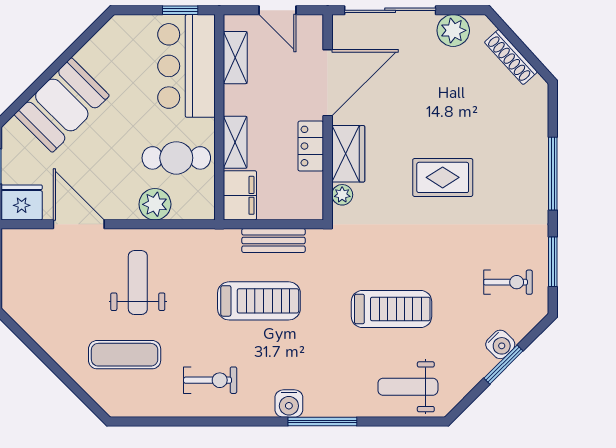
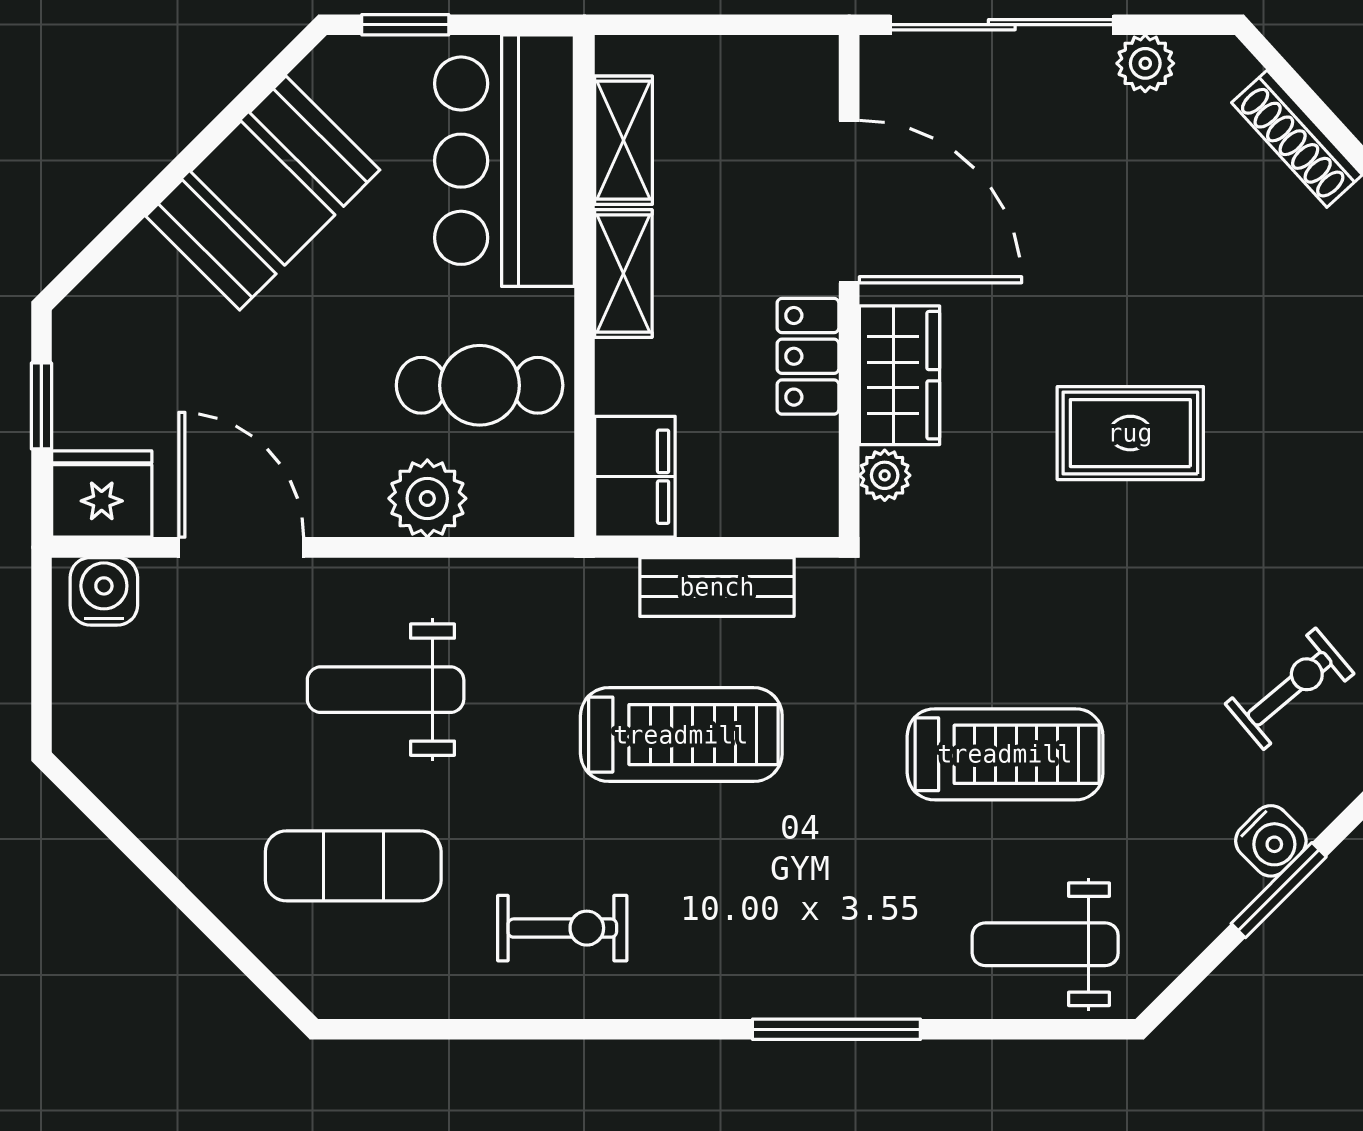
window: (180, 10) -> (405, 25), moved
door: (278, 10) -> (727, 25), removed
plant: (453, 30) -> (1145, 63), width x0.73, depth x0.73
door: (328, 83) -> (849, 202), hinge flipped
booth: (62, 105) -> (263, 193), moved
shelving: (235, 142) -> (623, 274), moved
exercise bike: (508, 282) -> (1290, 689), turned -40
weight bench: (138, 283) -> (386, 690), turned -90
water cooler: (289, 404) -> (104, 591), moved, turned 180

